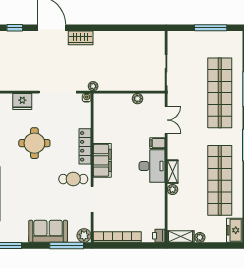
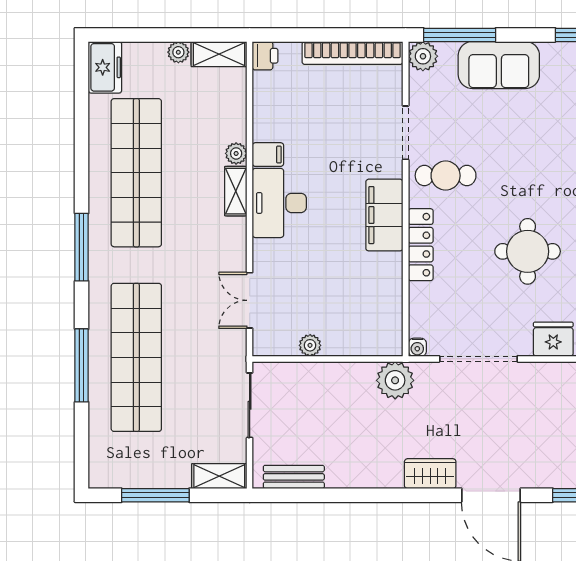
bench: (145, 36) -> (294, 477), added
shelving: (180, 37) -> (219, 476), added
plant: (93, 86) -> (395, 380), width x1.88, depth x1.88
filing cabinet: (157, 143) -> (268, 155), moved

